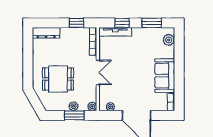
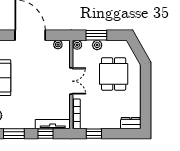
dresser: (46, 33) -> (131, 123), width x0.70
double door: (98, 72) -> (71, 81), swing flipped
dining table: (58, 79) -> (114, 74), turned 90

